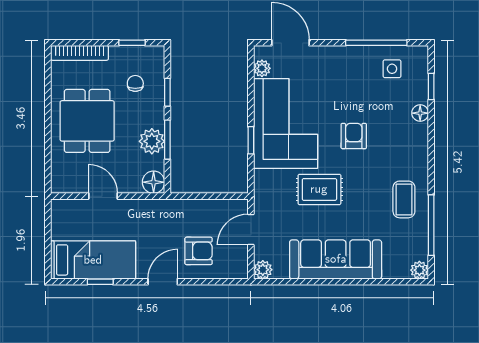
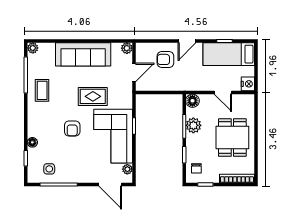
chair: (135, 83) -> (196, 168), moved
nightstand: (61, 210) -> (248, 84), added

